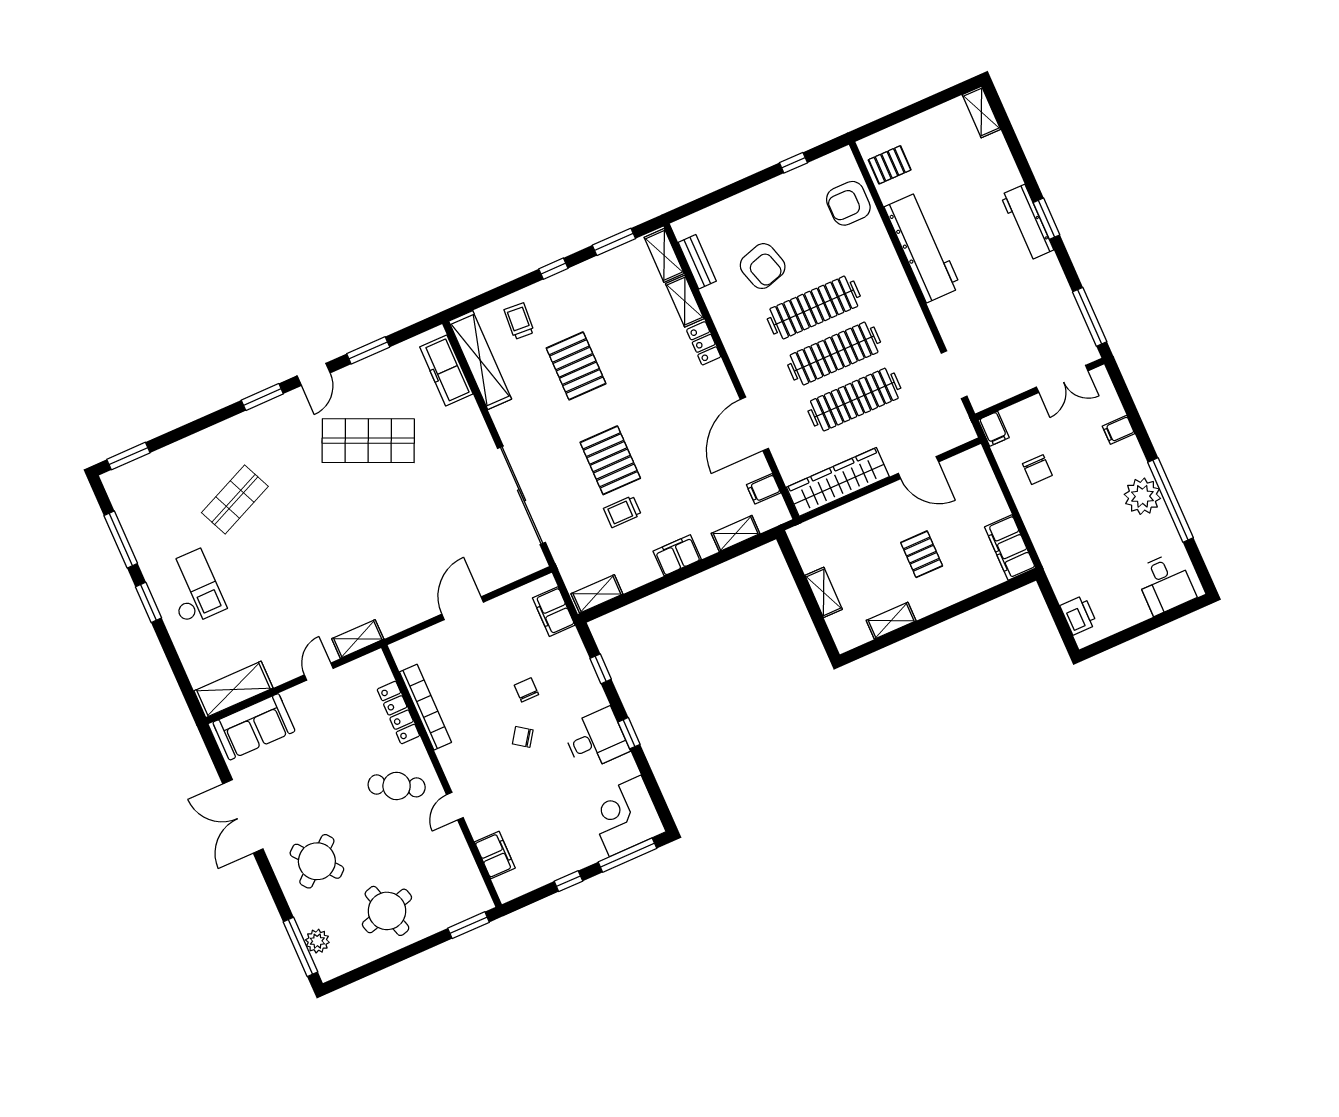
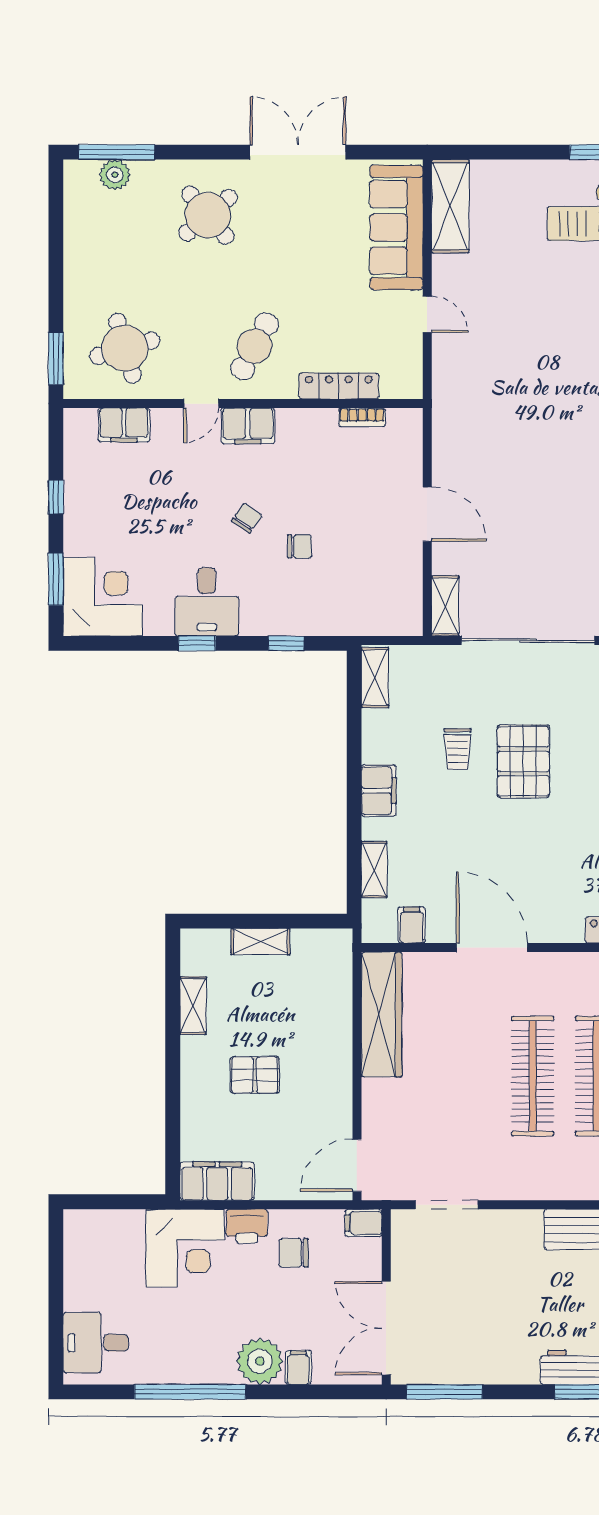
double door: (1062, 379) -> (386, 1328), width x1.37
clothes rail: (854, 400) -> (469, 1076), removed
pallet: (610, 460) -> (523, 761), turned 90
door: (918, 468) -> (357, 1165), moved
plant: (1142, 496) -> (260, 1361), moved
trolley: (622, 512) -> (458, 749), turned 180
corner desk: (1069, 550) -> (185, 1248), added
filing cabinet: (554, 612) -> (248, 426), moved, turned 180
printer: (1079, 615) -> (247, 1226), moved
shelving: (358, 639) -> (445, 606), moved
bookcase: (426, 707) -> (362, 417), width x0.43, depth x0.76
sofa: (254, 727) -> (396, 227), width x1.36
door: (455, 806) -> (201, 404), swing flipped
window: (627, 855) -> (56, 579), width x0.69
round table: (387, 911) -> (125, 348), moved

